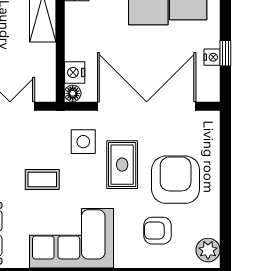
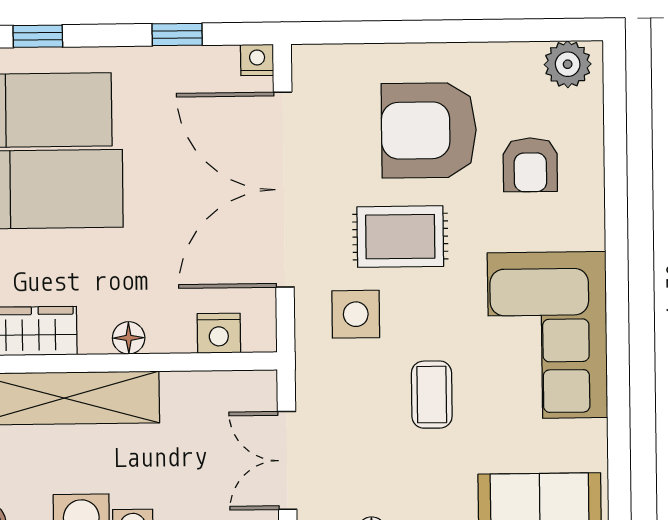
nightstand: (212, 57) -> (257, 60), moved
floor lamp: (73, 93) -> (129, 338), moved

